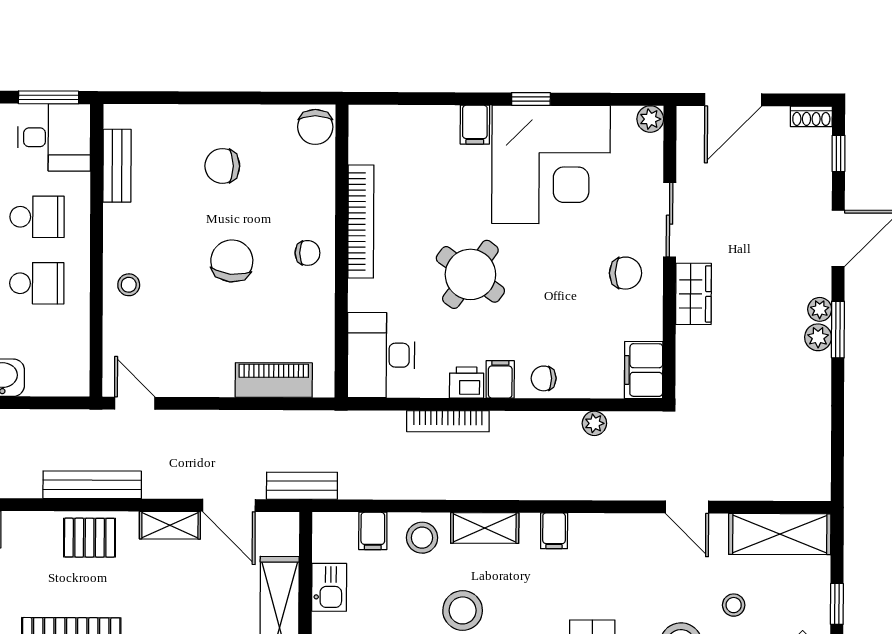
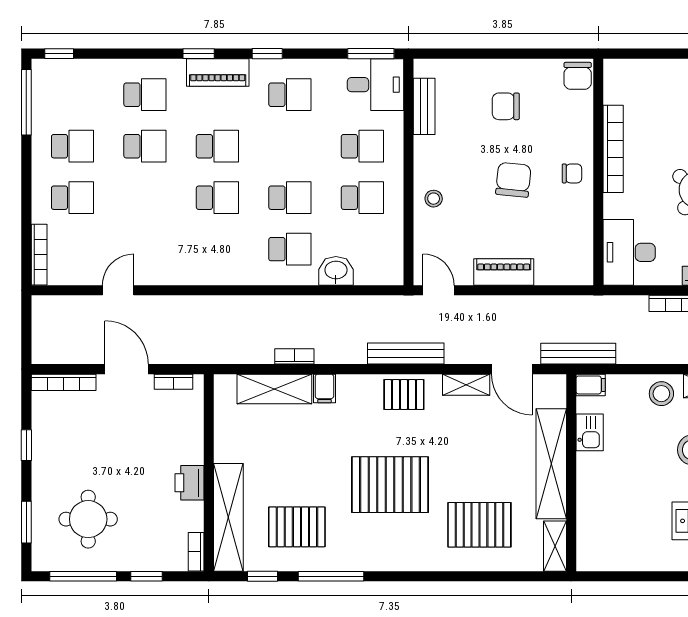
piano: (274, 380) -> (504, 272), moved
bench: (302, 486) -> (578, 354), width x1.36
filing cabinet: (373, 531) -> (591, 385), moved, turned -90

